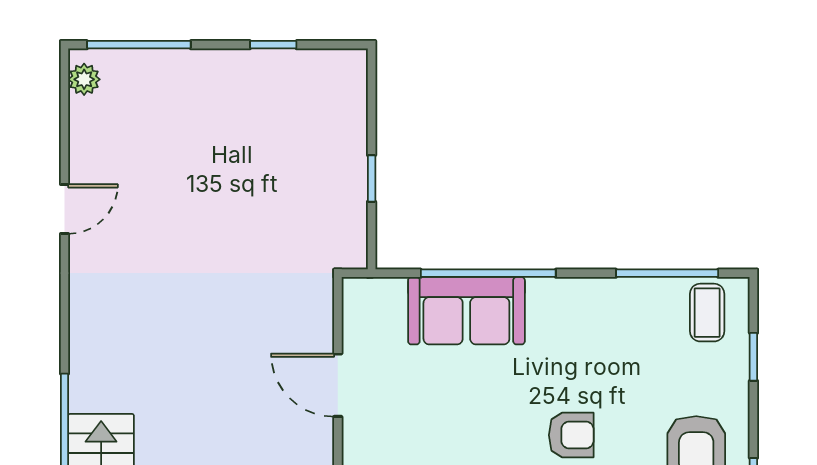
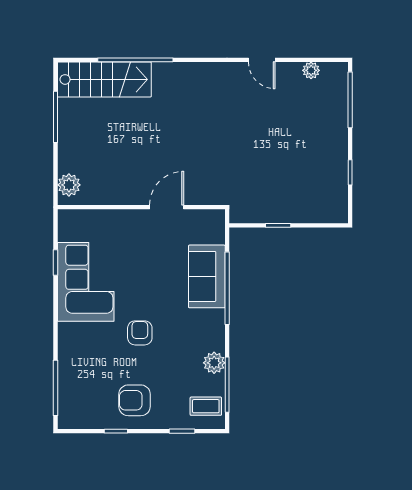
plant: (84, 79) -> (311, 70), moved
plant: (627, 297) -> (214, 363), added
armchair: (571, 435) -> (140, 333), turned 180

